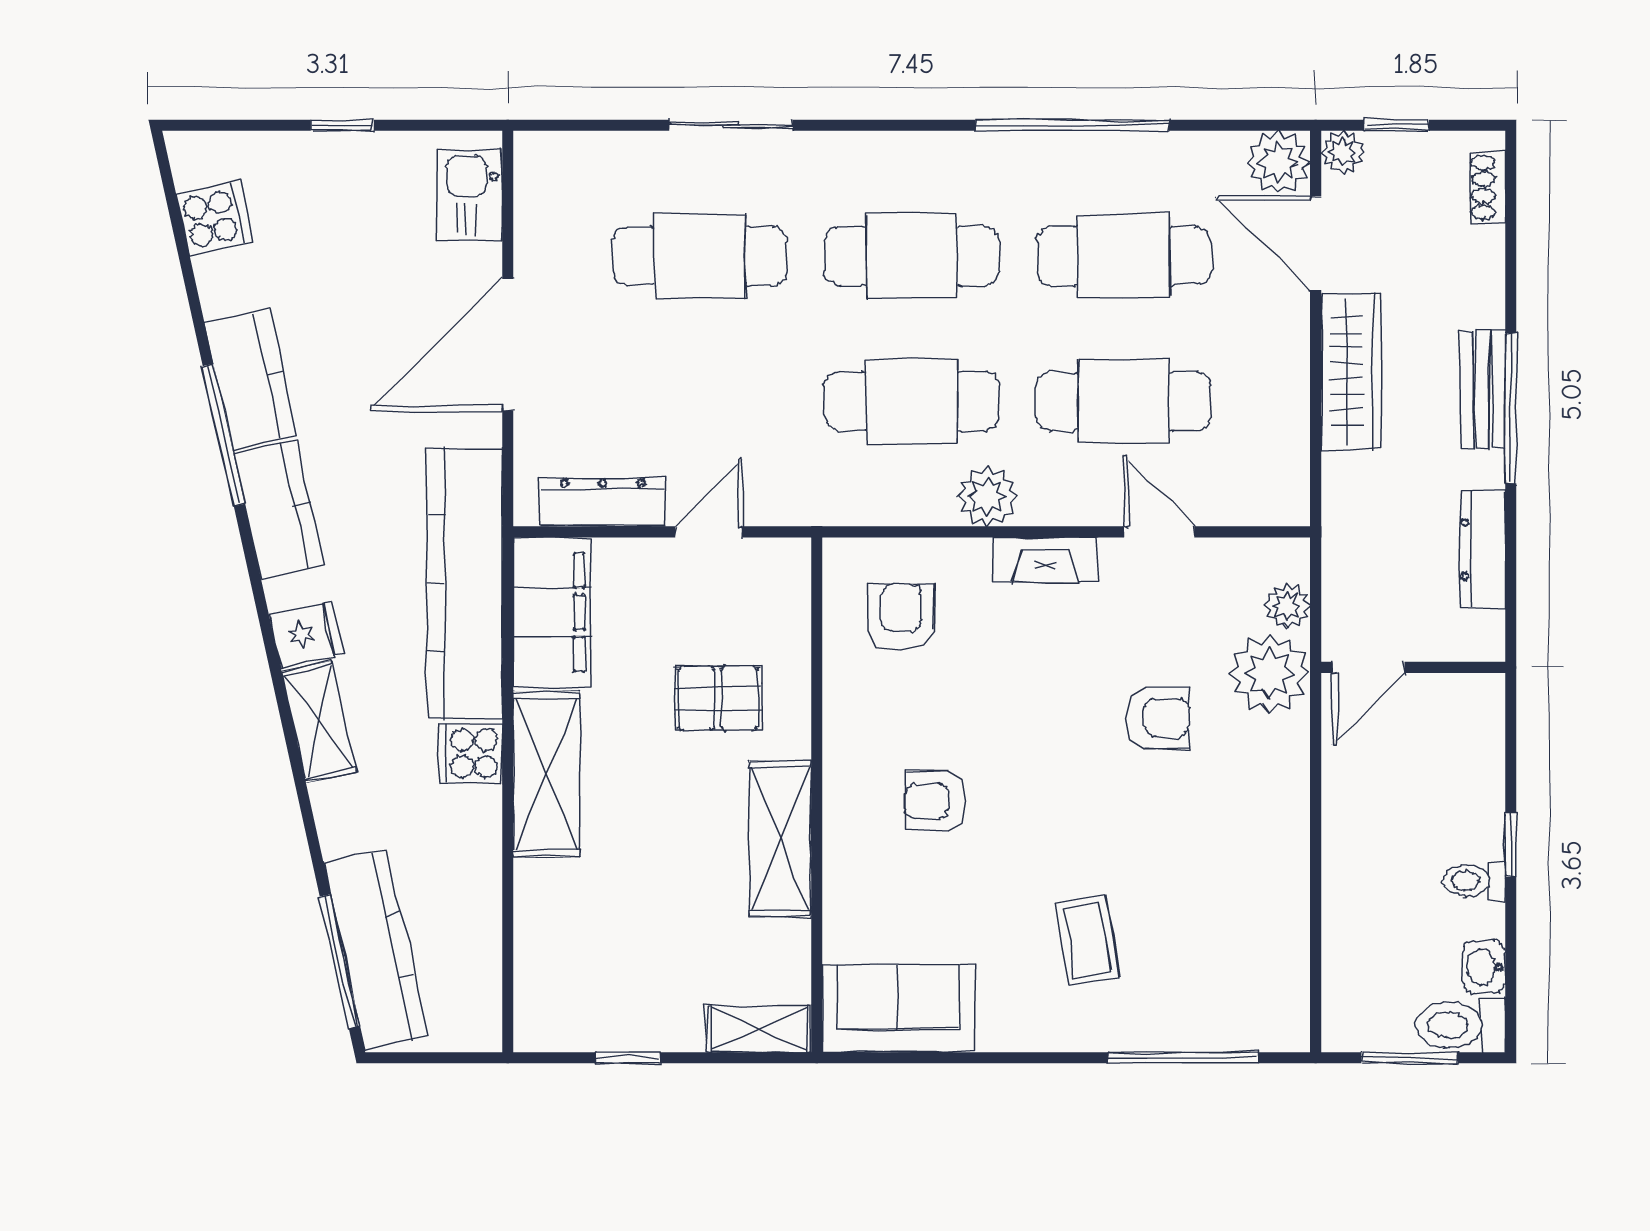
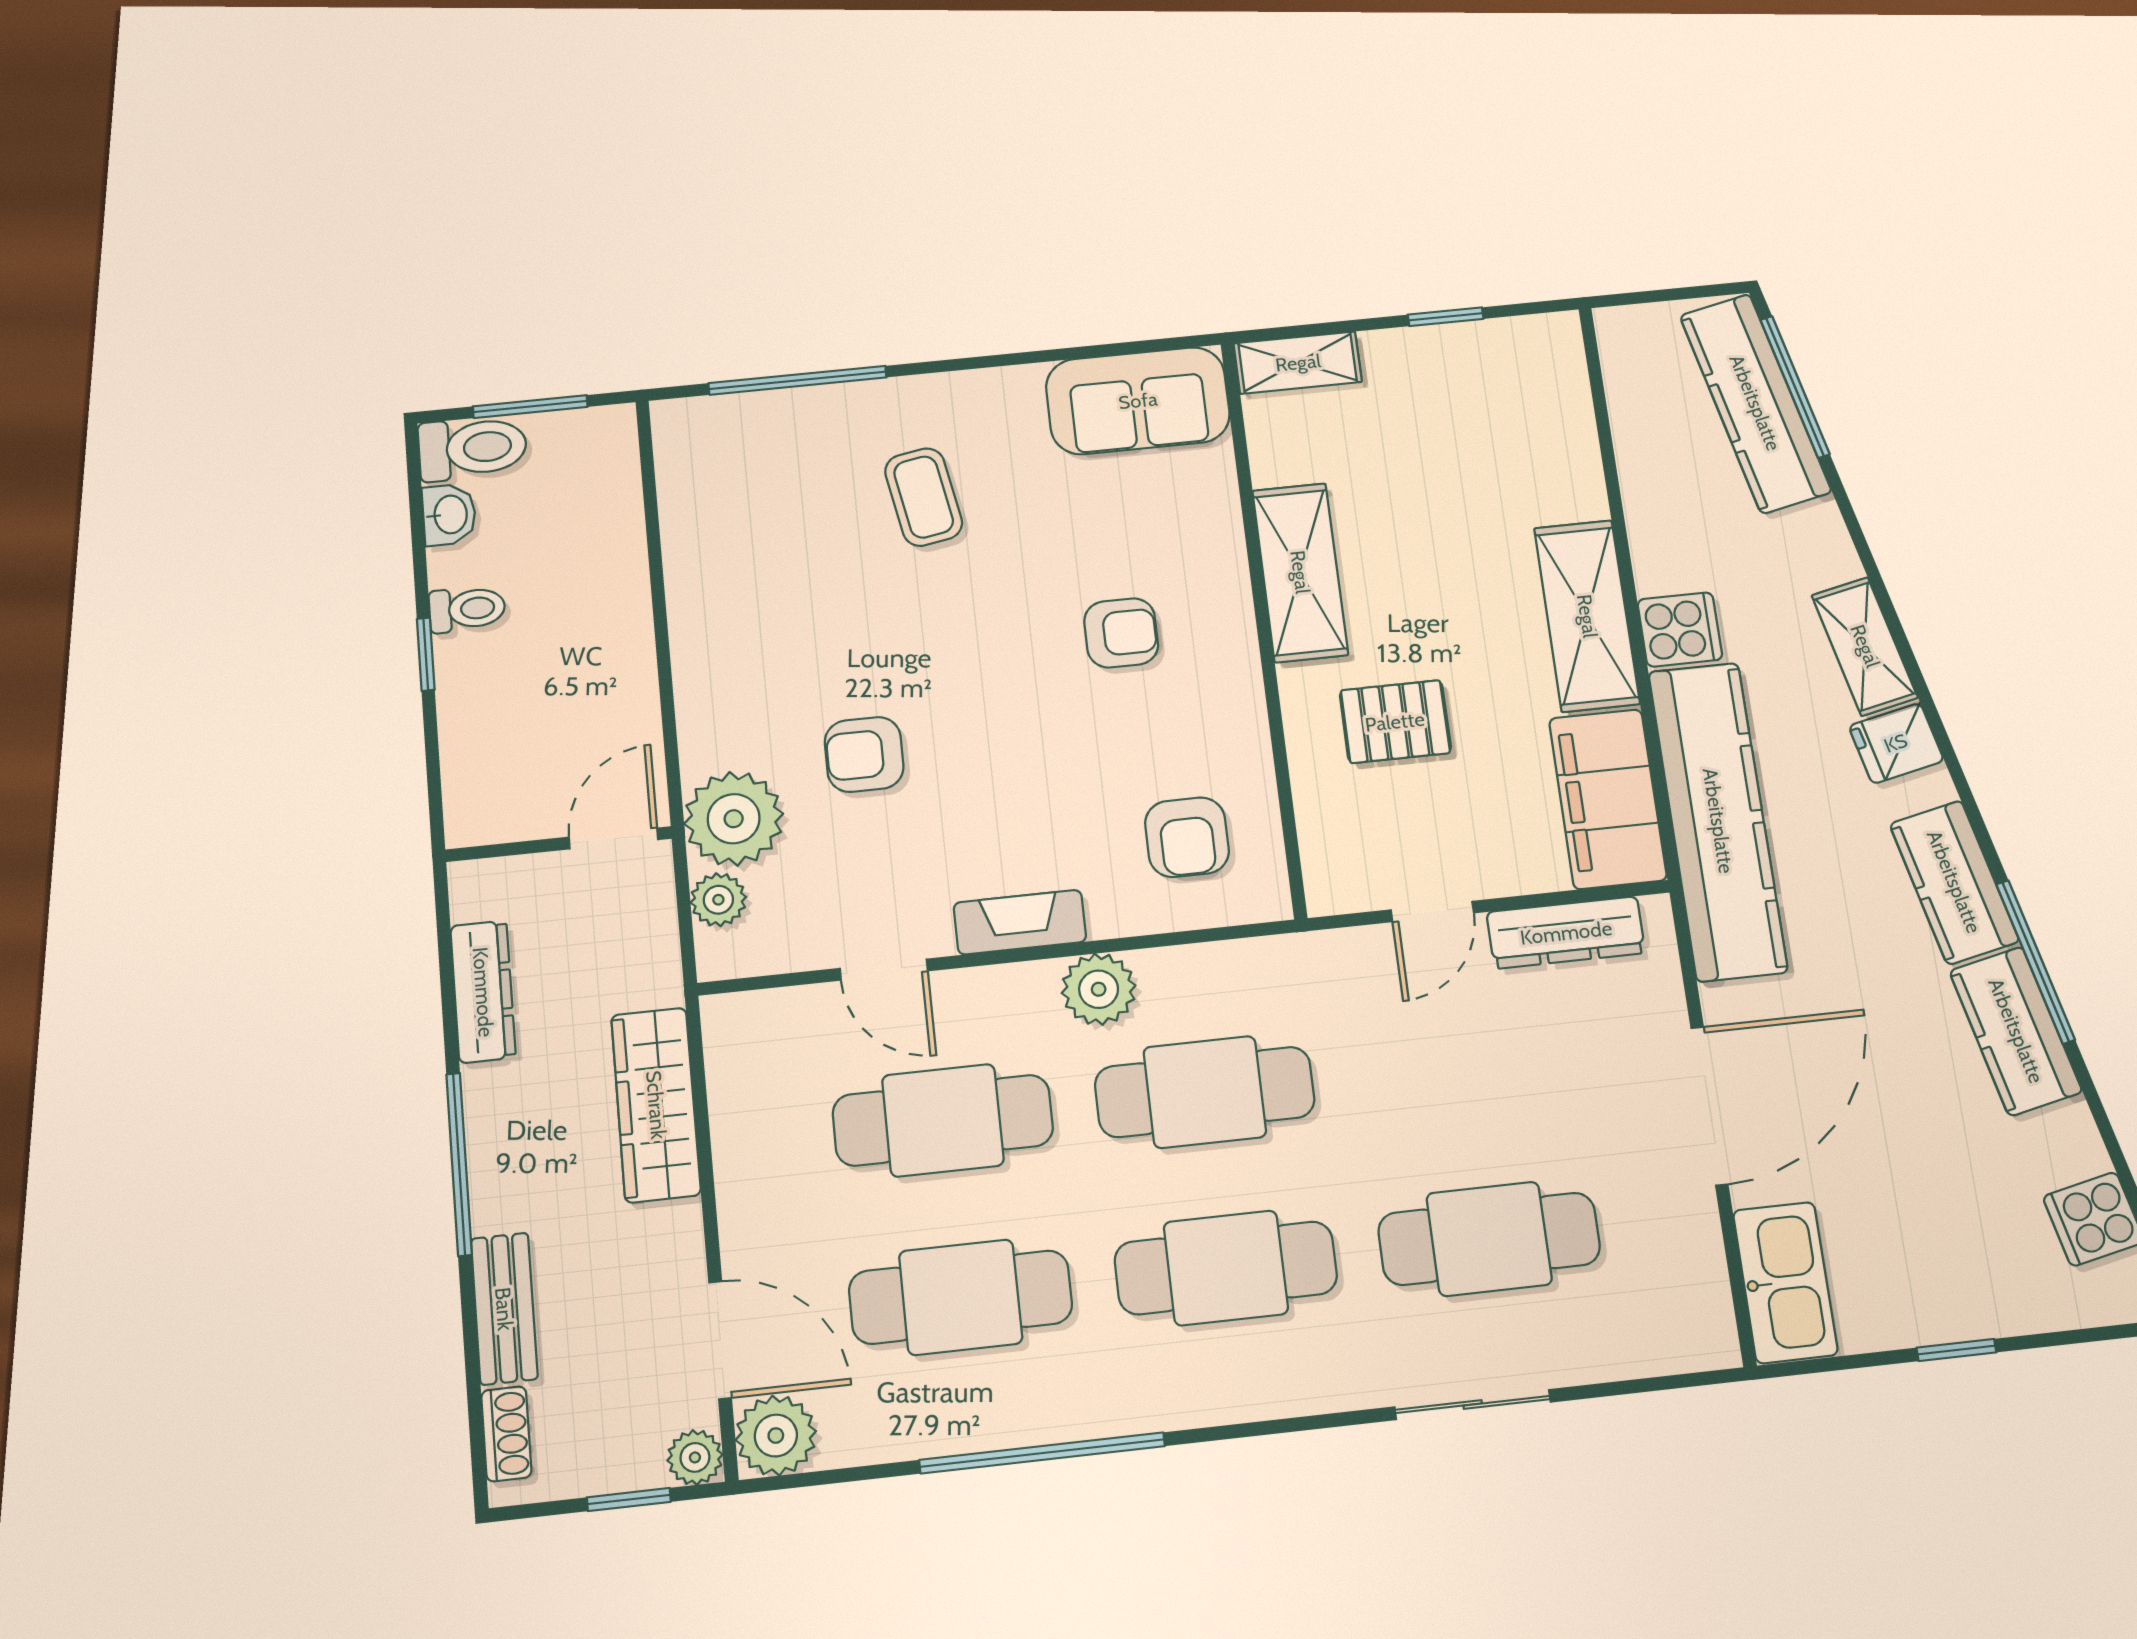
kitchen sink: (469, 194) -> (1785, 1282), width x1.38
wardrobe: (1351, 371) -> (656, 1105), moved
bench: (1483, 390) -> (504, 1309), moved

